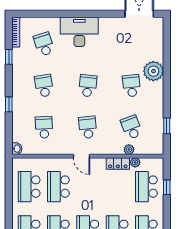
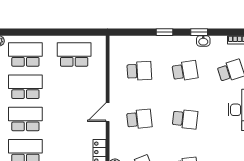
window: (9, 57) -> (199, 32), moved
washbasin: (17, 149) -> (203, 41), moved
school desk: (58, 187) -> (74, 87), removed

